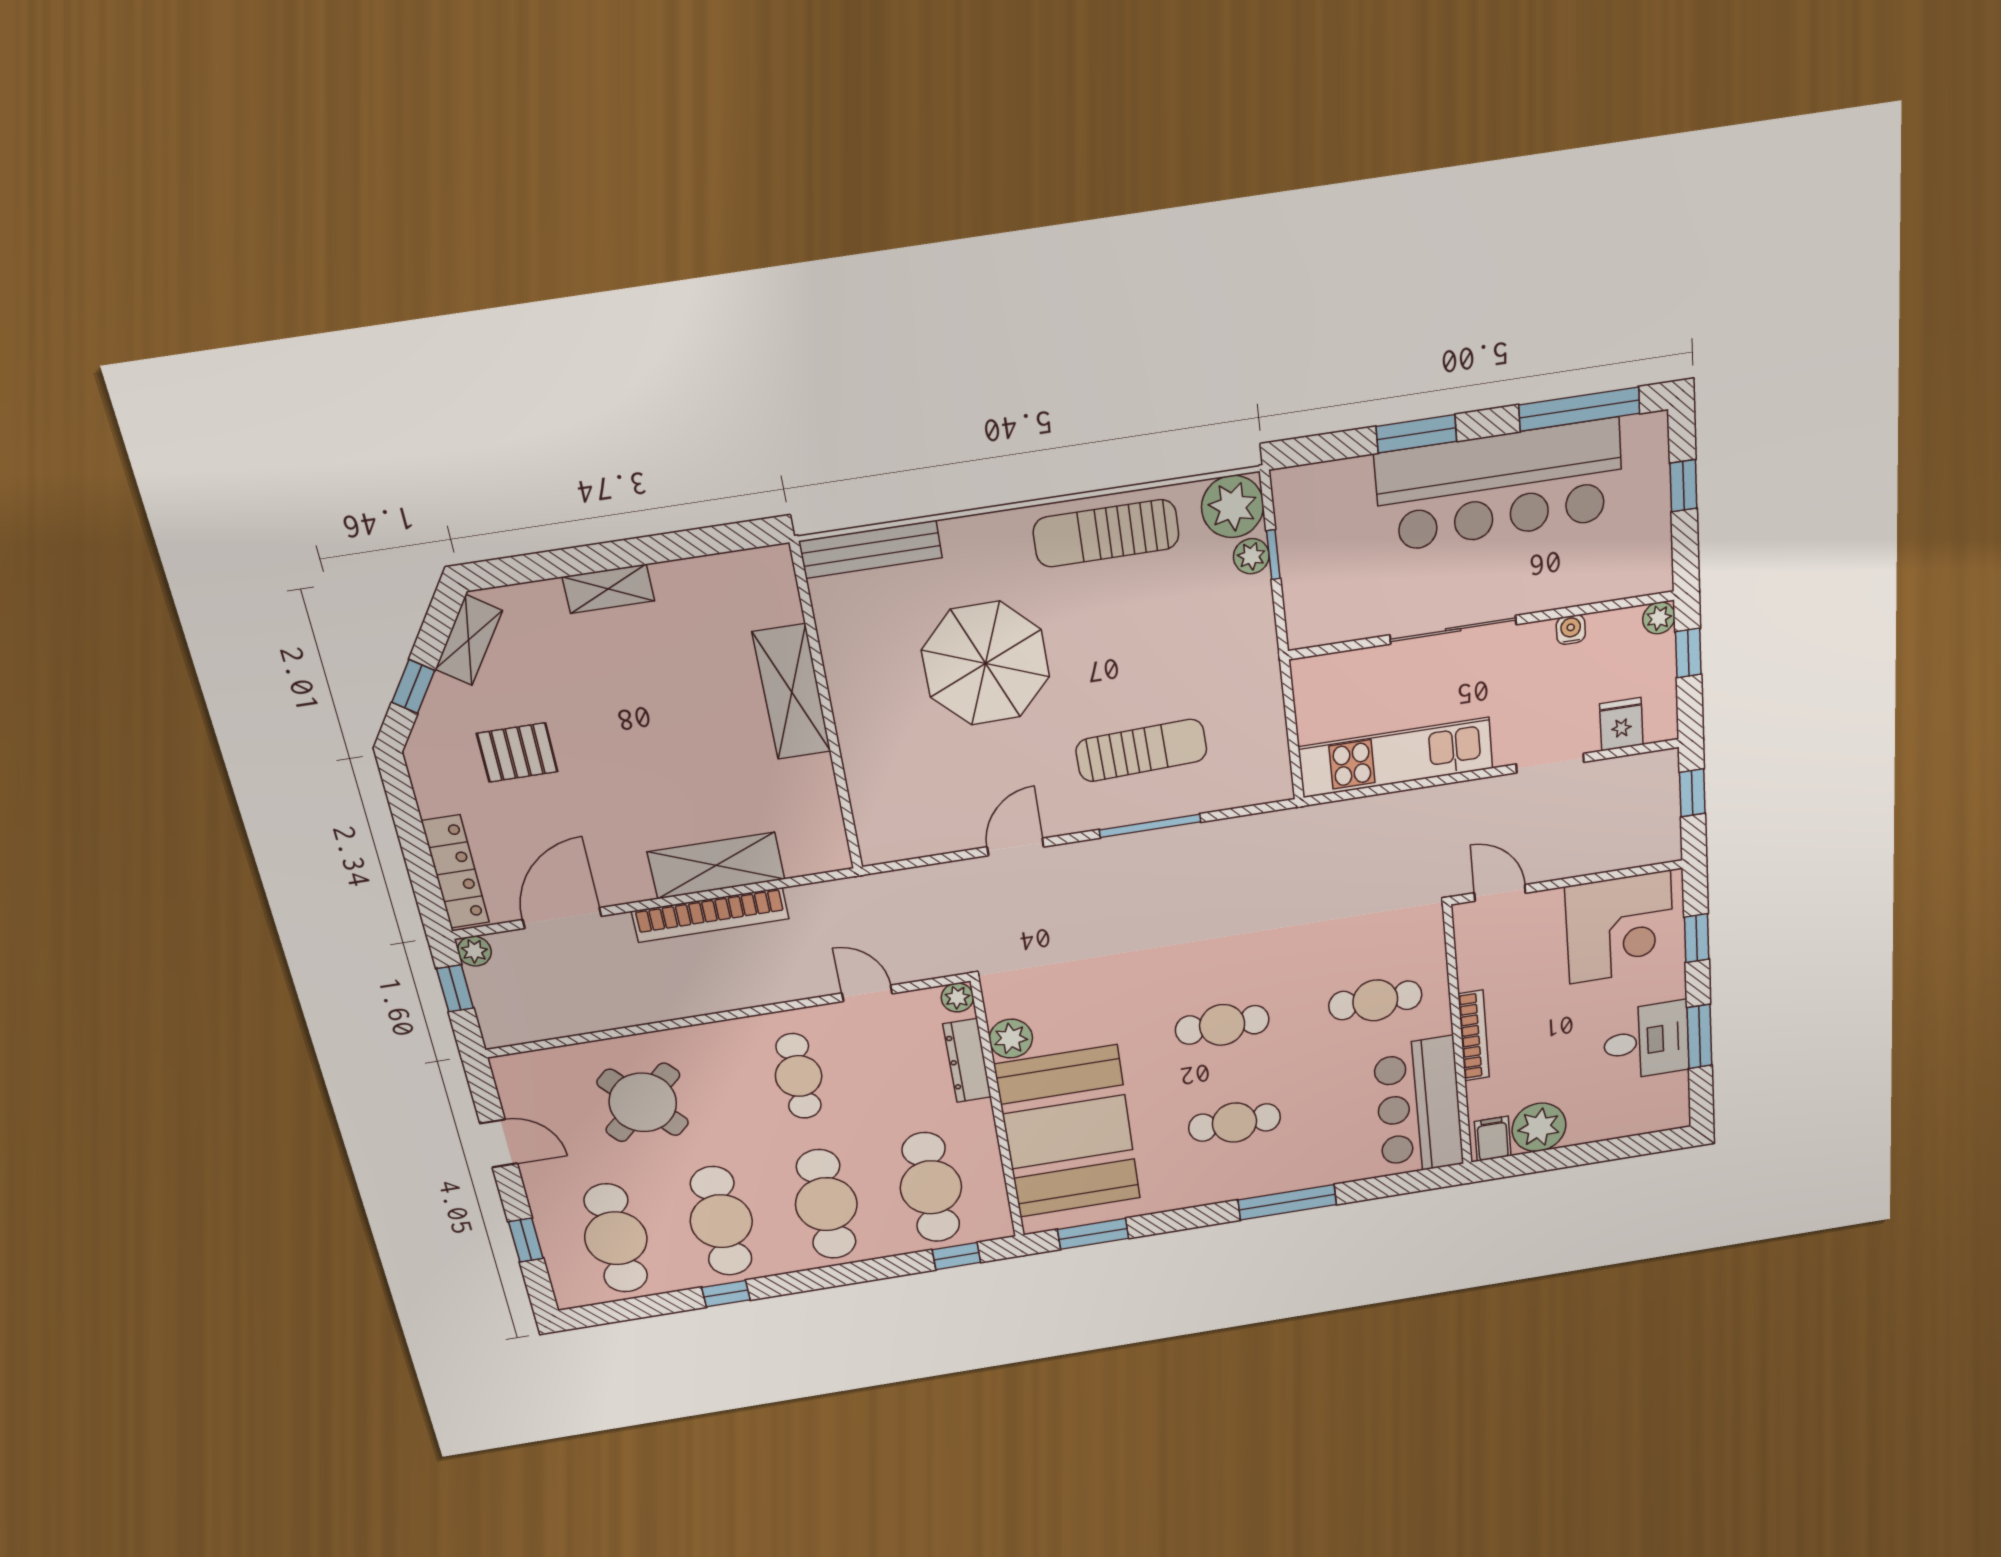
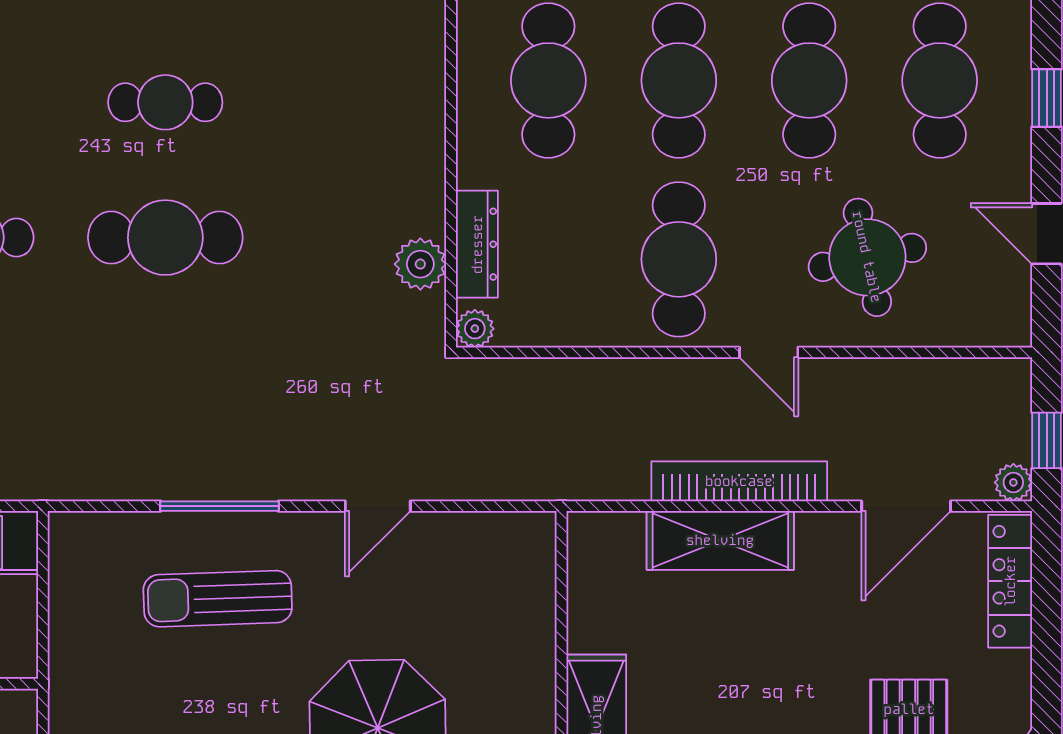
door: (867, 993) -> (769, 352), moved
cafe table: (1222, 1025) -> (165, 238), width x1.37, depth x1.35
cafe table: (799, 1076) -> (679, 259), width x1.37, depth x1.35
round table: (643, 1102) -> (867, 257), turned 30
booth: (1068, 1132) -> (371, 126), removed

